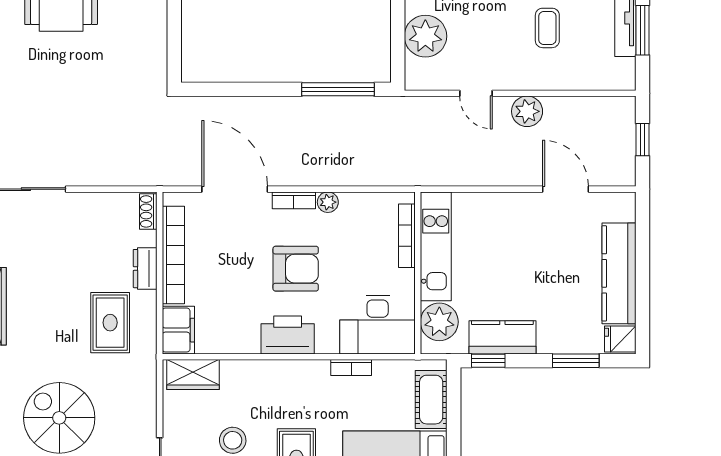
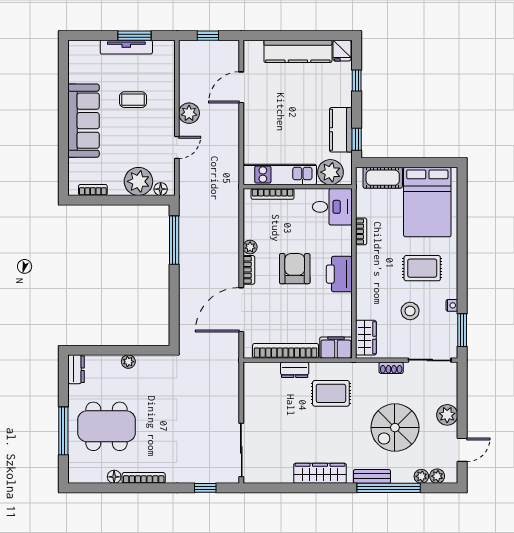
plant: (157, 21) -> (128, 362), added
floor lamp: (414, 69) -> (161, 189), added
shoe rack: (148, 211) -> (391, 368), moved
desk: (378, 325) -> (332, 207), width x0.73
window: (576, 361) -> (357, 80), width x0.67

